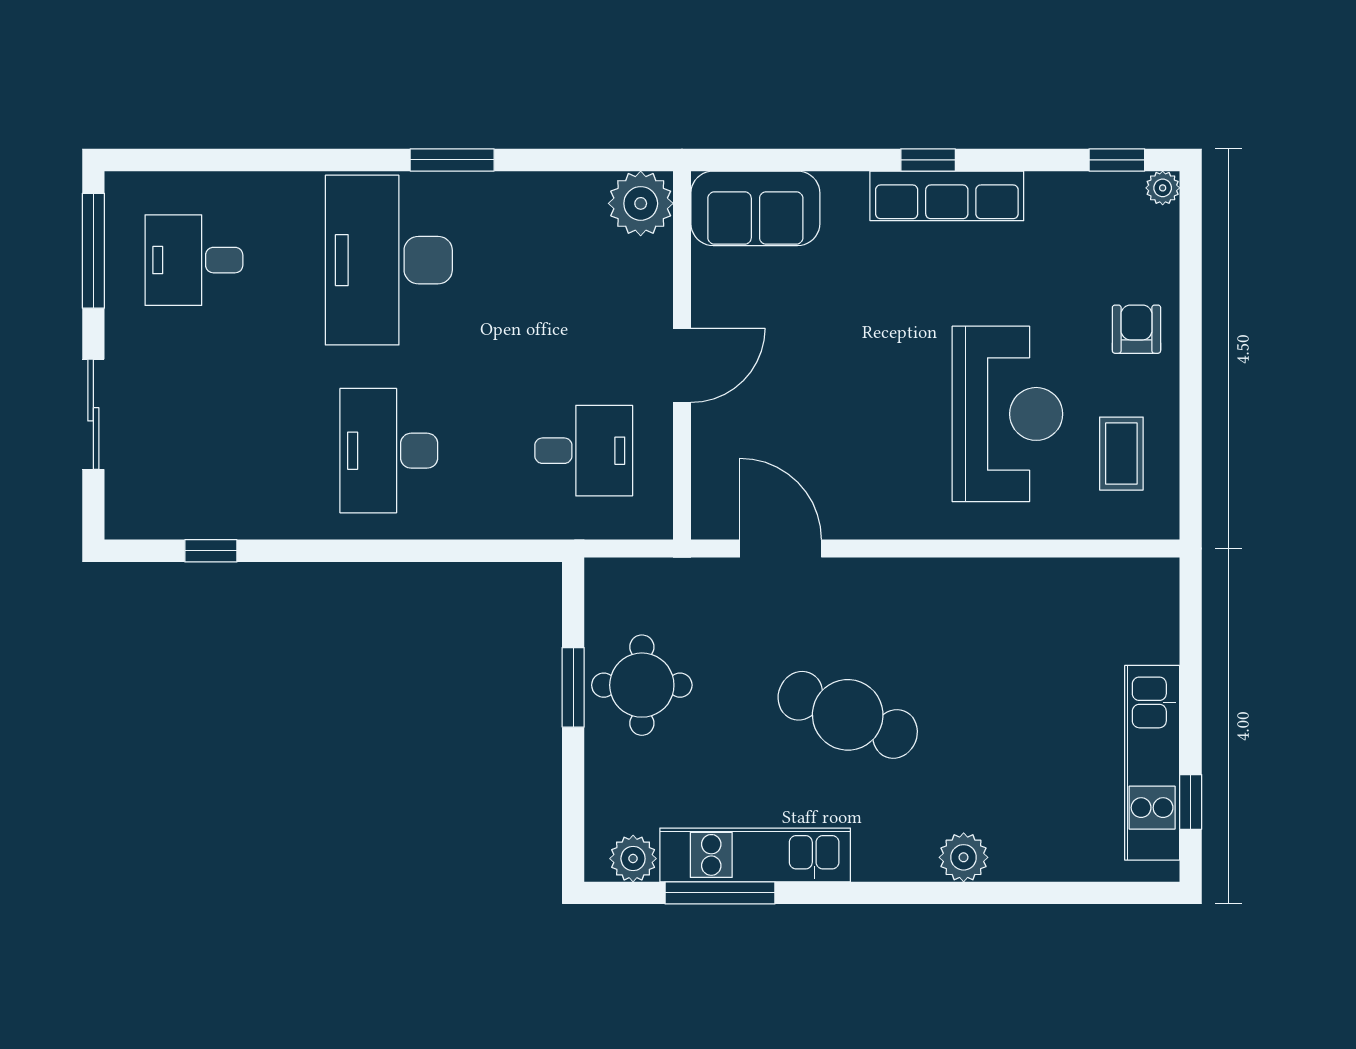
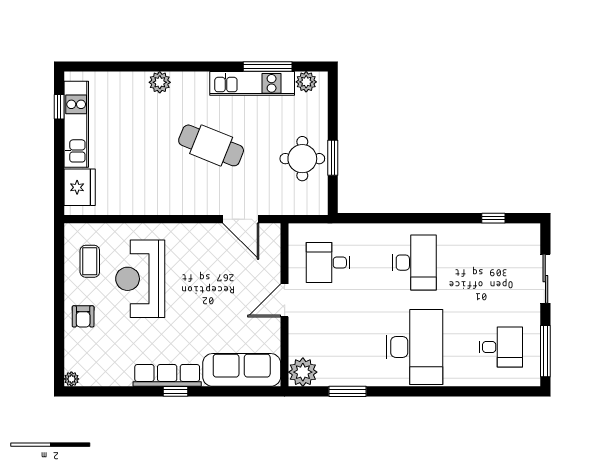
window: (452, 160) -> (348, 391), moved
window: (1117, 160) -> (92, 391), removed
sofa: (755, 208) -> (242, 370), width x1.36
fridge: (1144, 620) -> (80, 187), added

